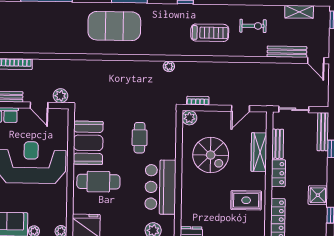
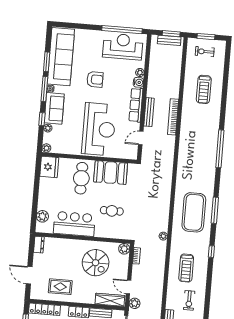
exercise mat: (114, 26) -> (194, 212), moved
plant: (60, 96) -> (135, 303), moved
wardrobe: (259, 152) -> (110, 300), moved
spiral stairs: (211, 155) -> (96, 263), turned -90
rug: (246, 200) -> (60, 287), turned 90

